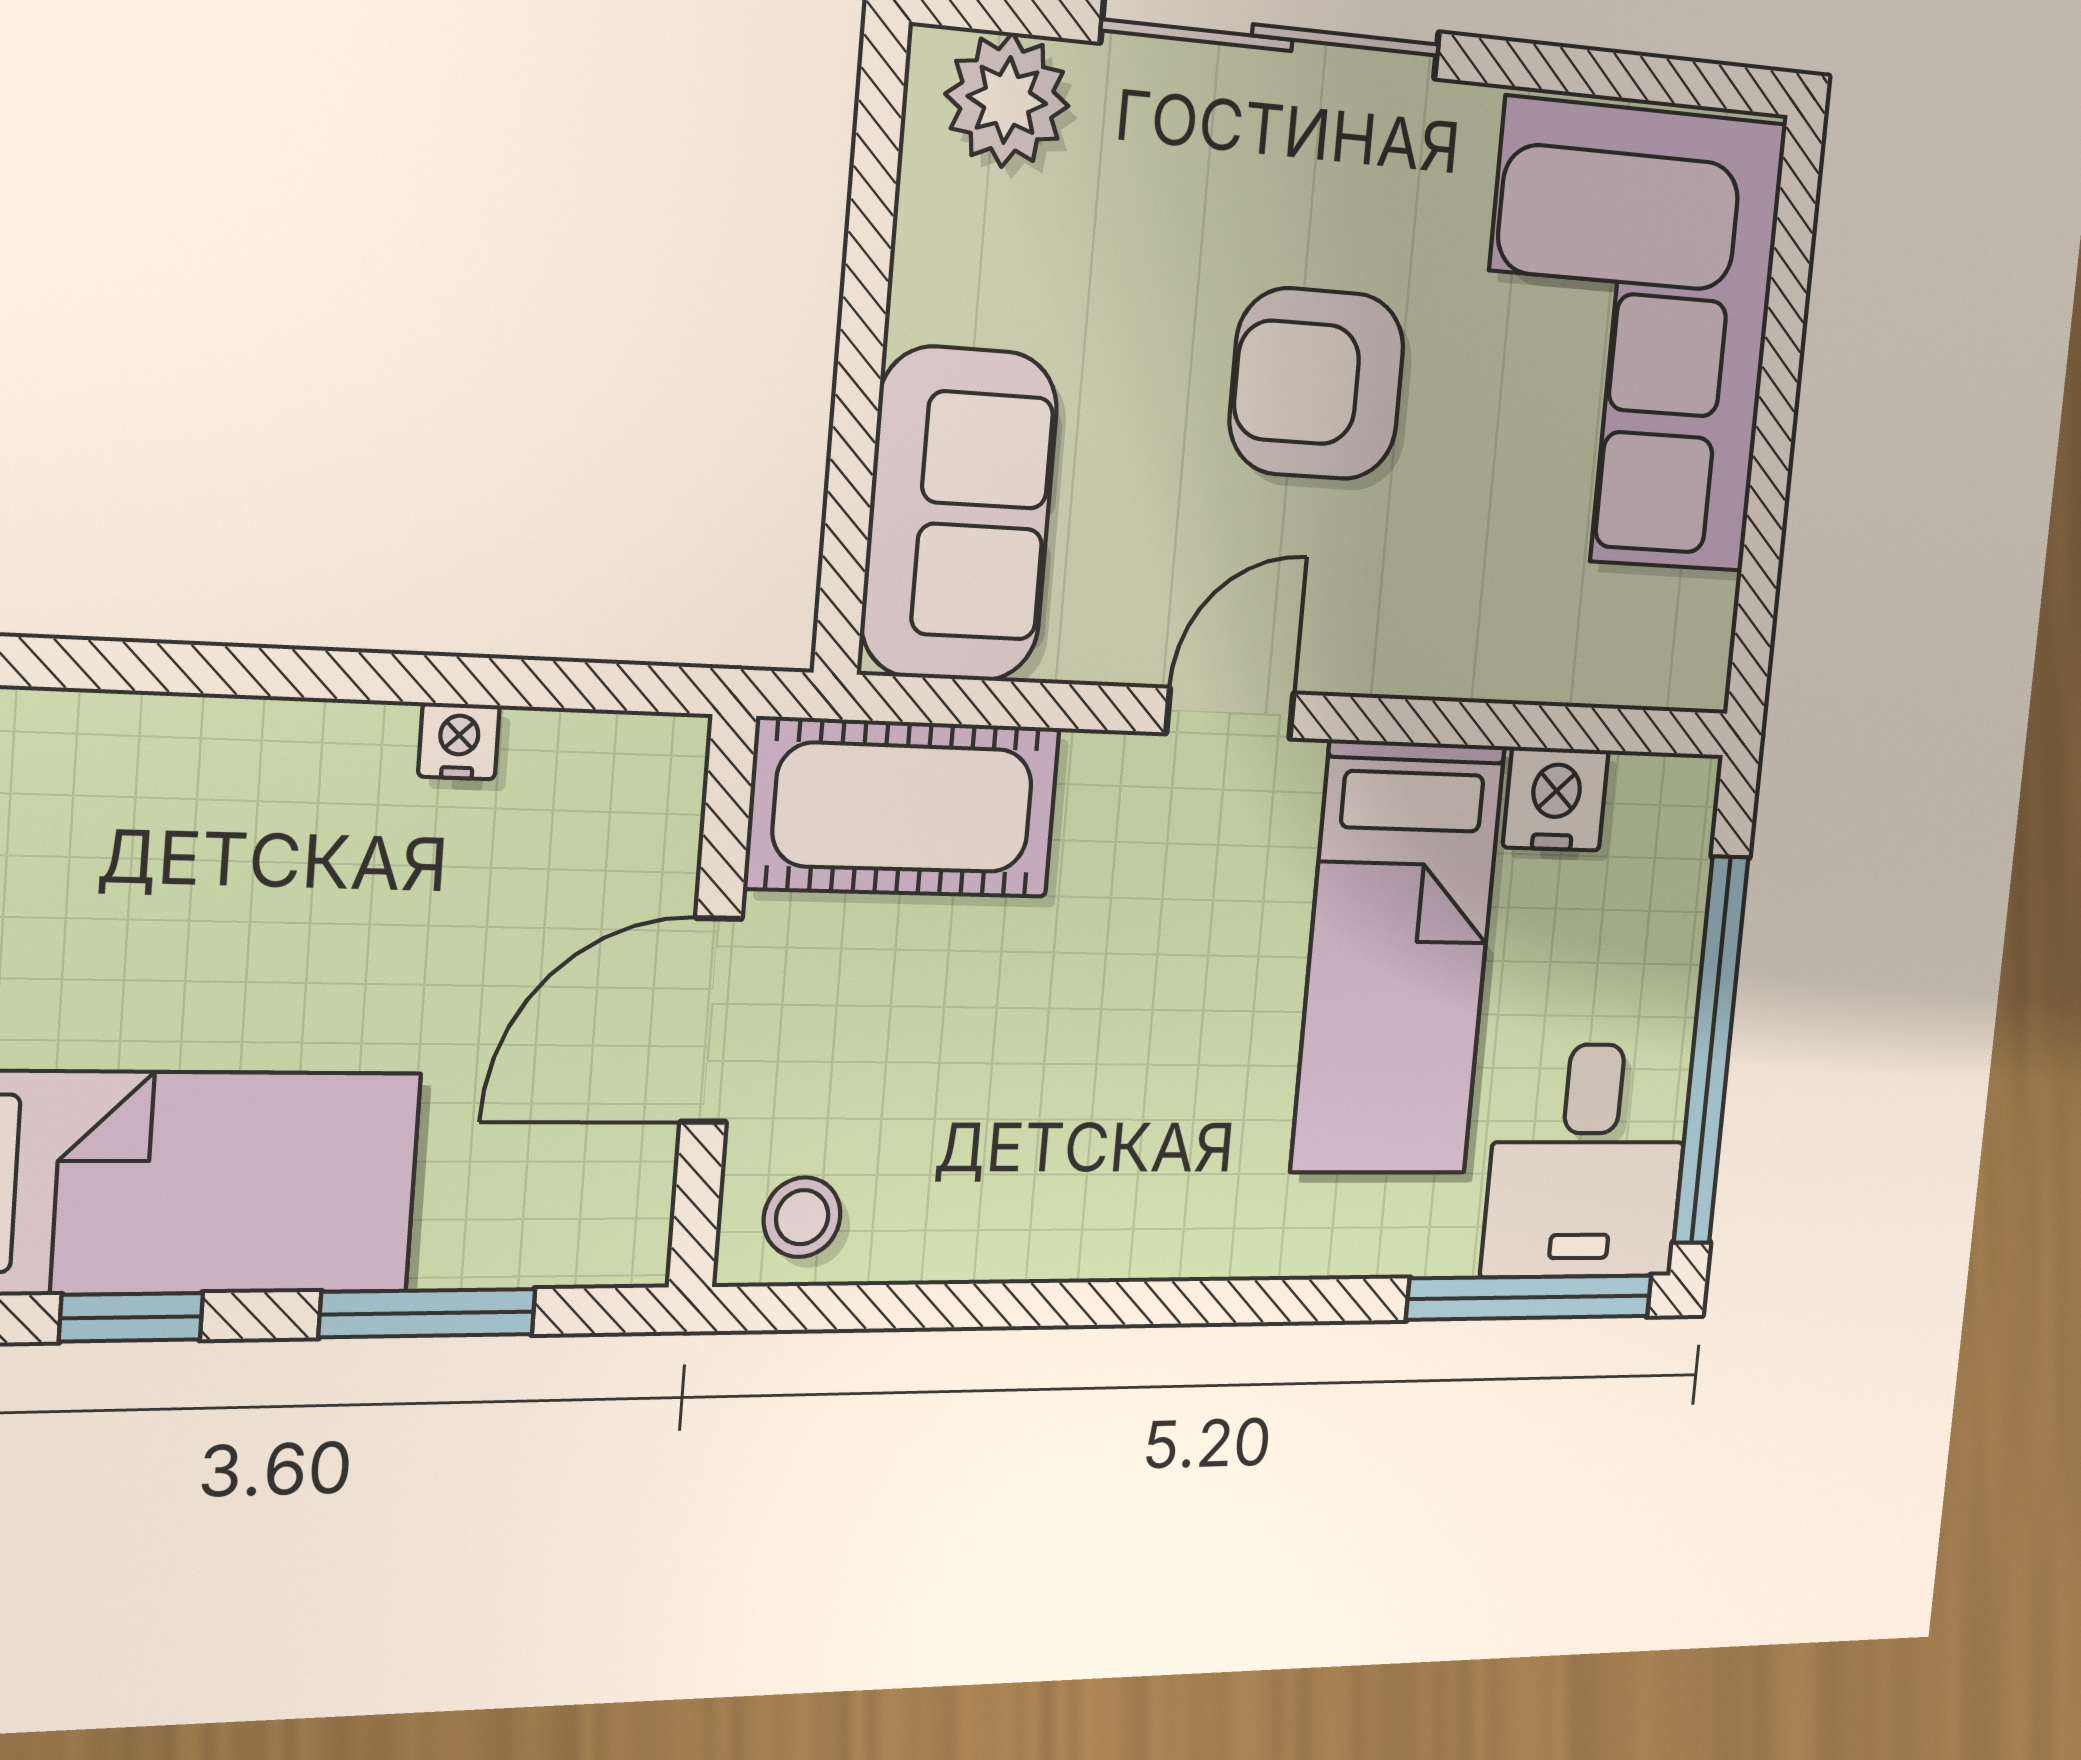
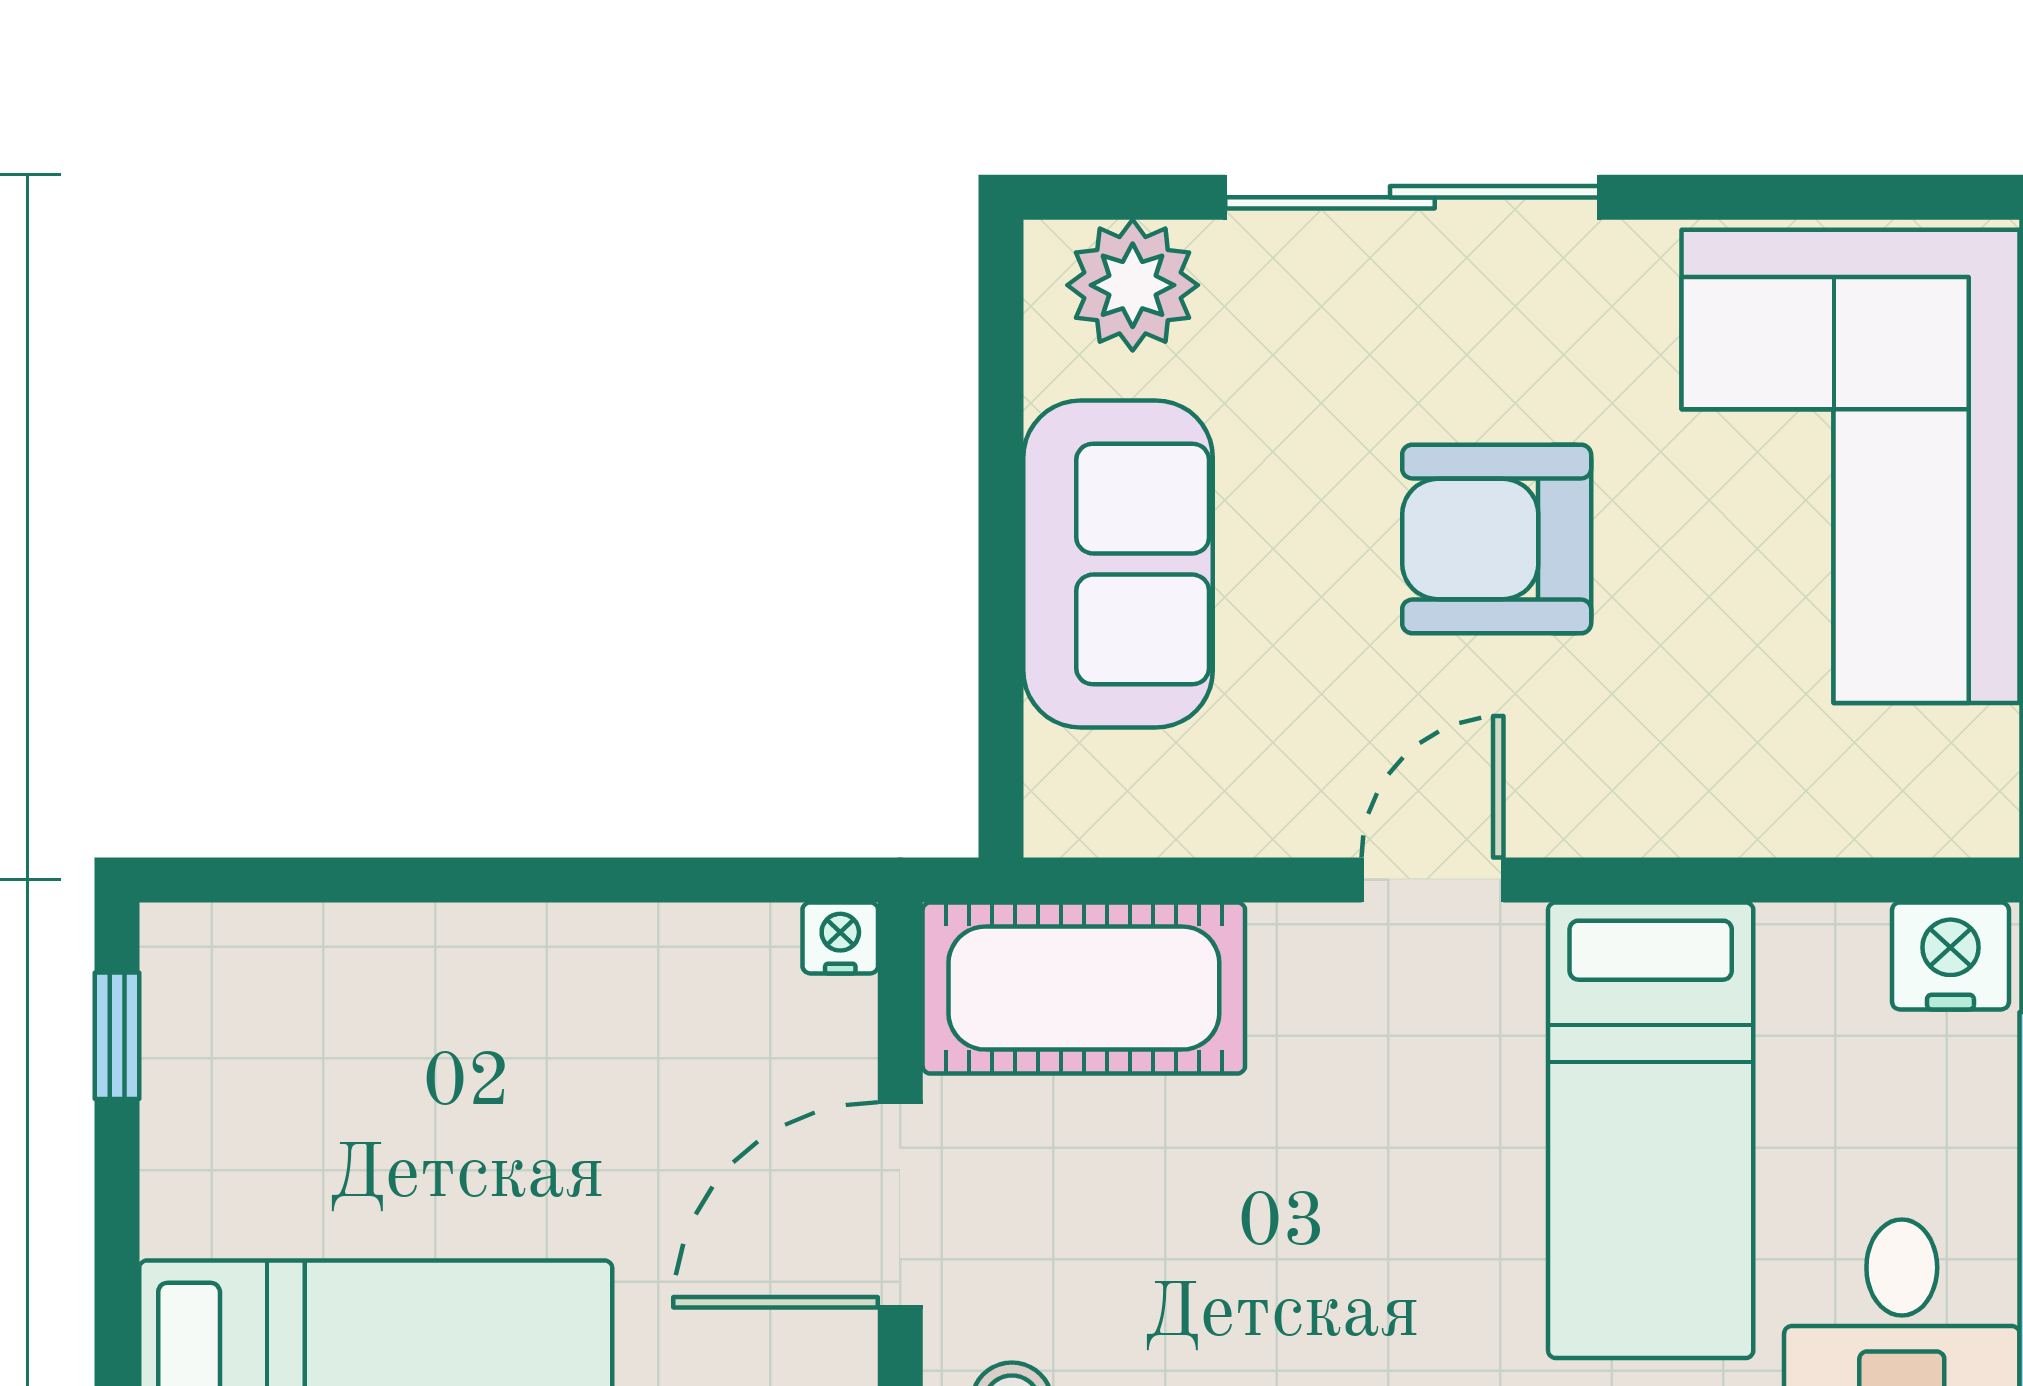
sofa: (959, 515) -> (1118, 564), moved
nightstand: (459, 741) -> (840, 938), moved
nightstand: (1556, 799) -> (1950, 956), moved

